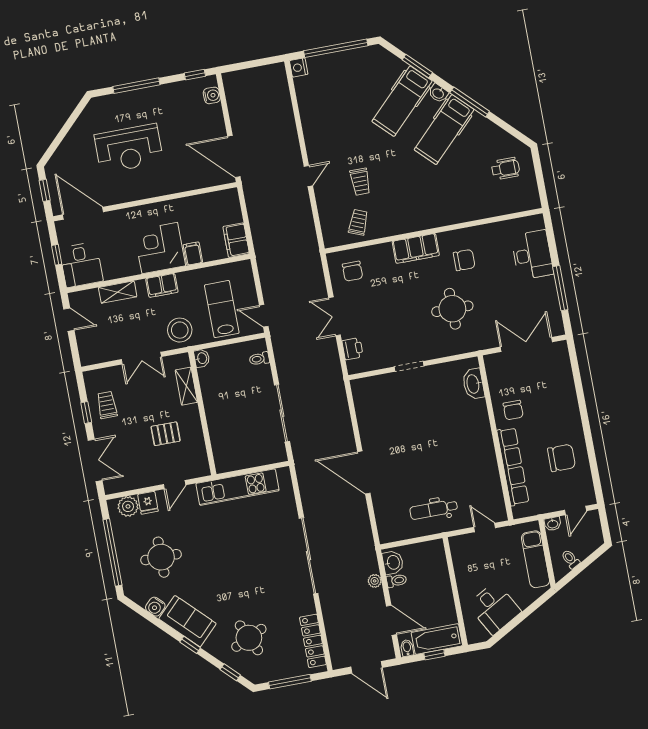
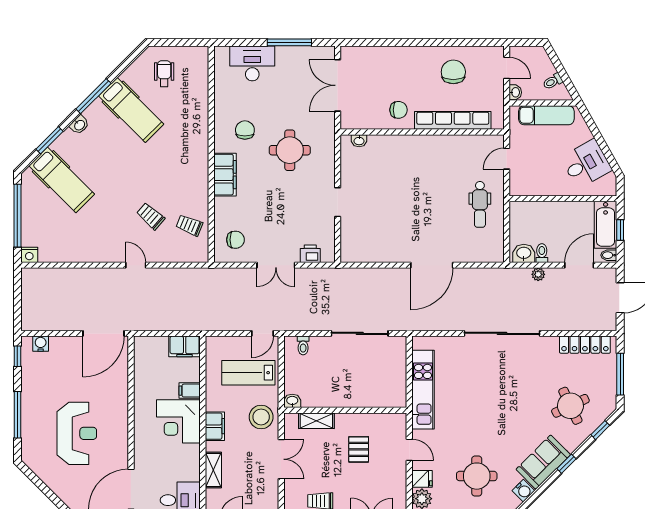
hospital bed: (402, 101) -> (62, 180), moved
hospital bed: (444, 130) -> (131, 110), moved
trolley: (360, 182) -> (151, 216), turned -139
washbasin: (473, 384) -> (359, 141), width x0.52, depth x0.69

